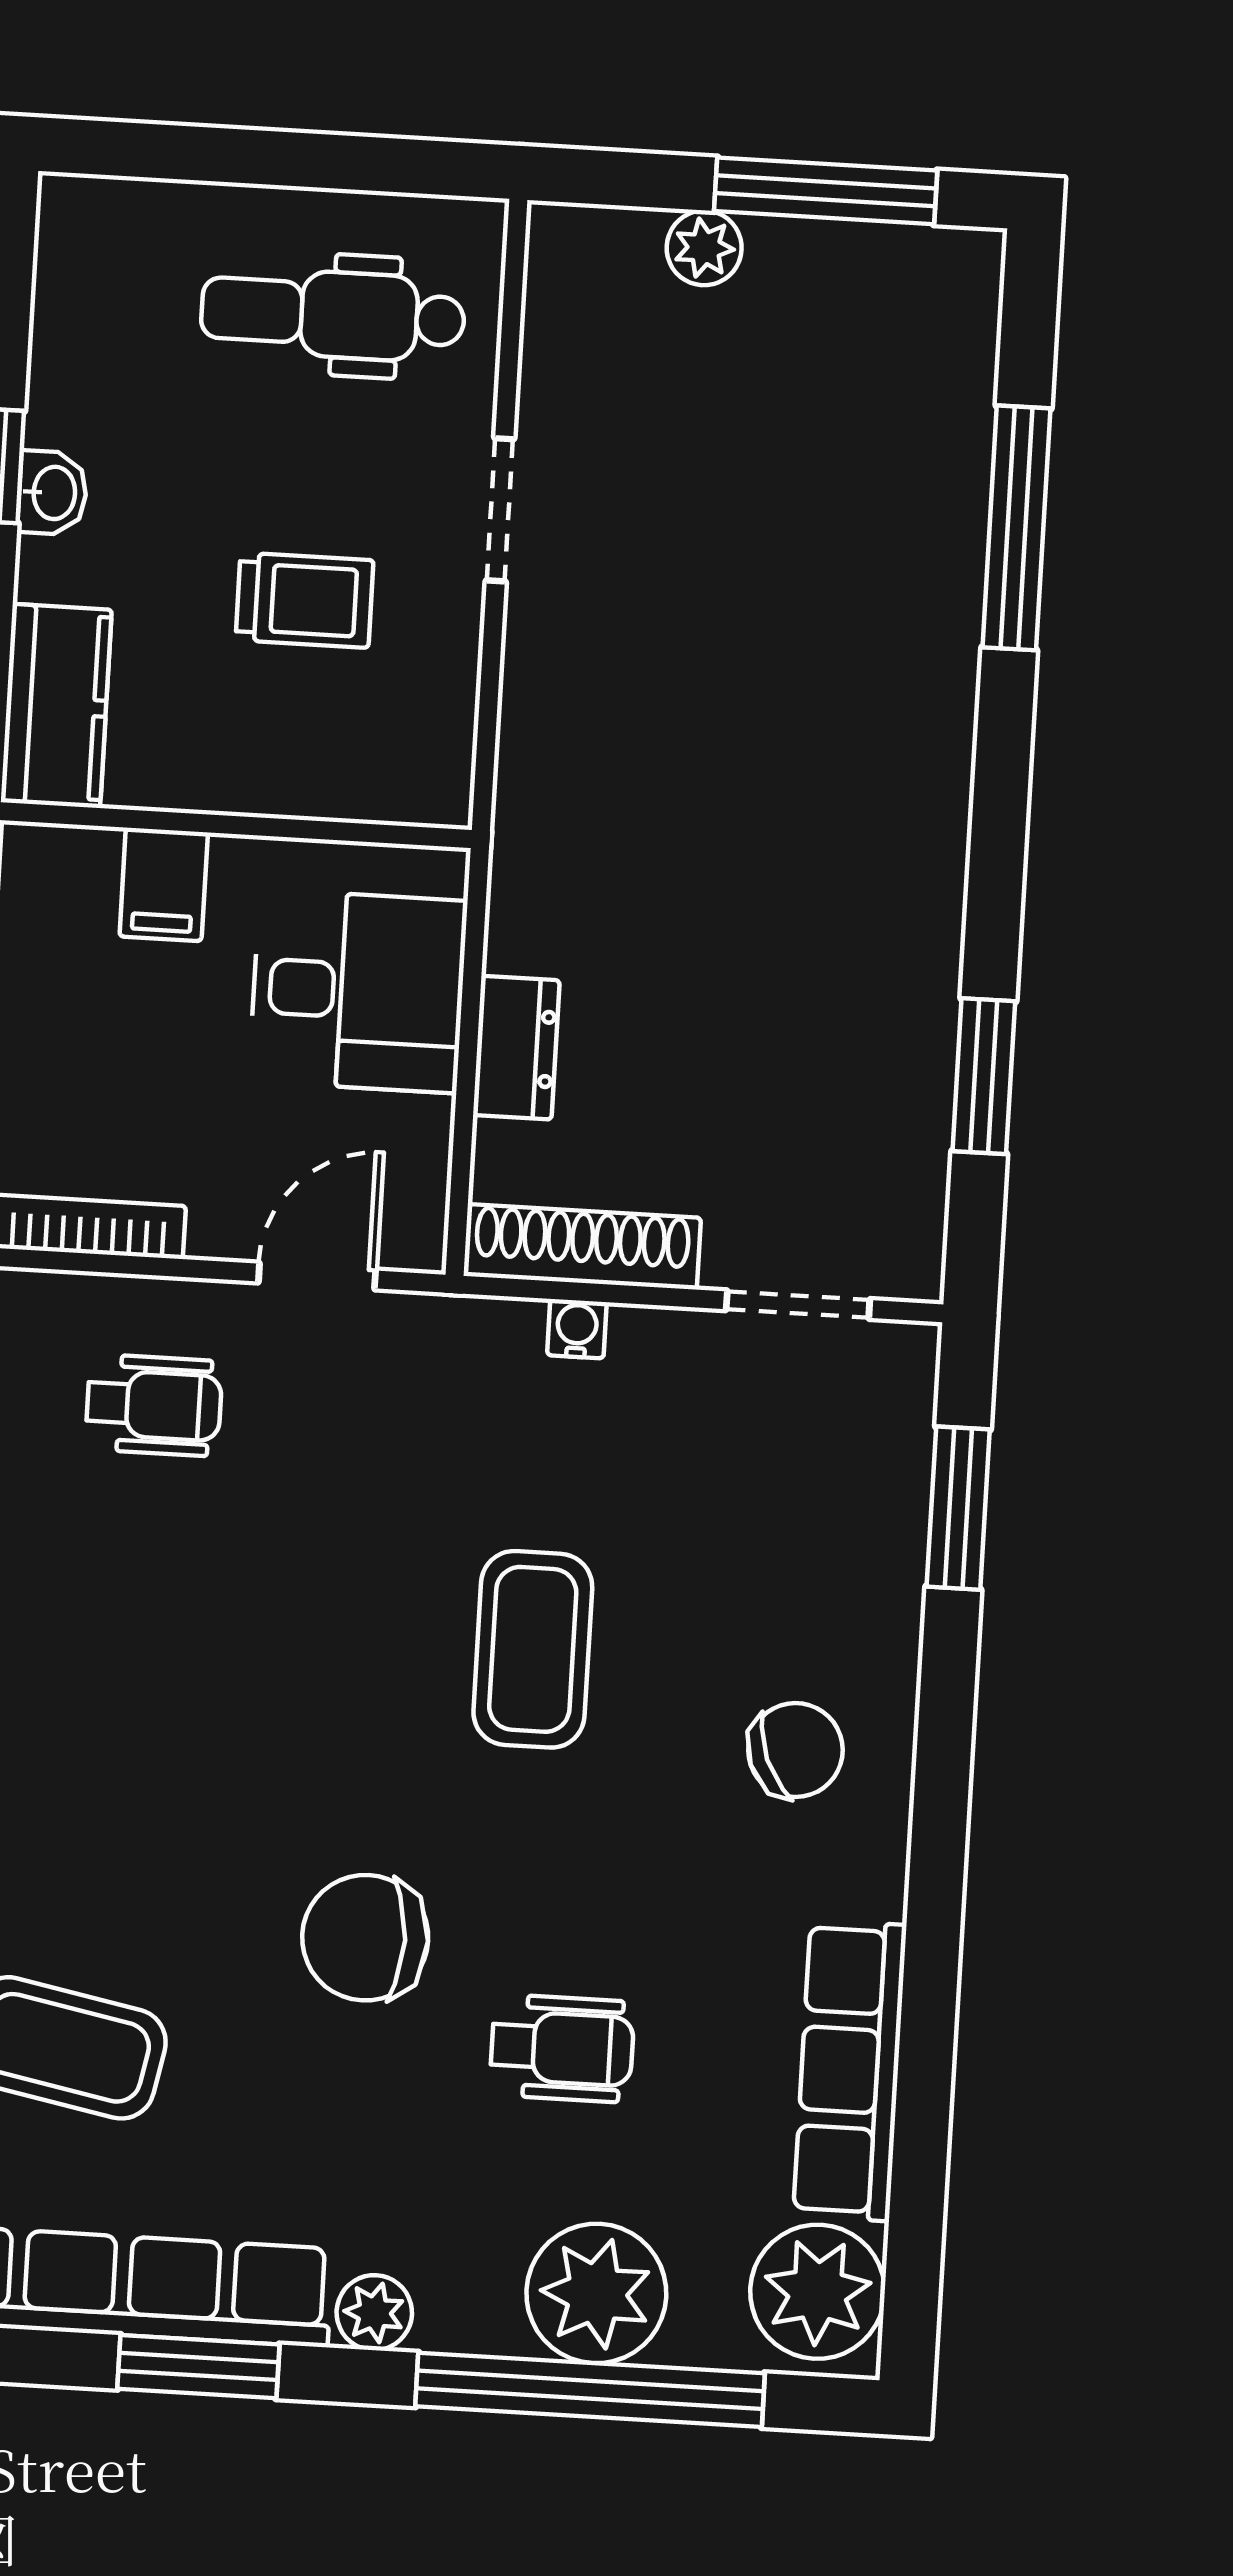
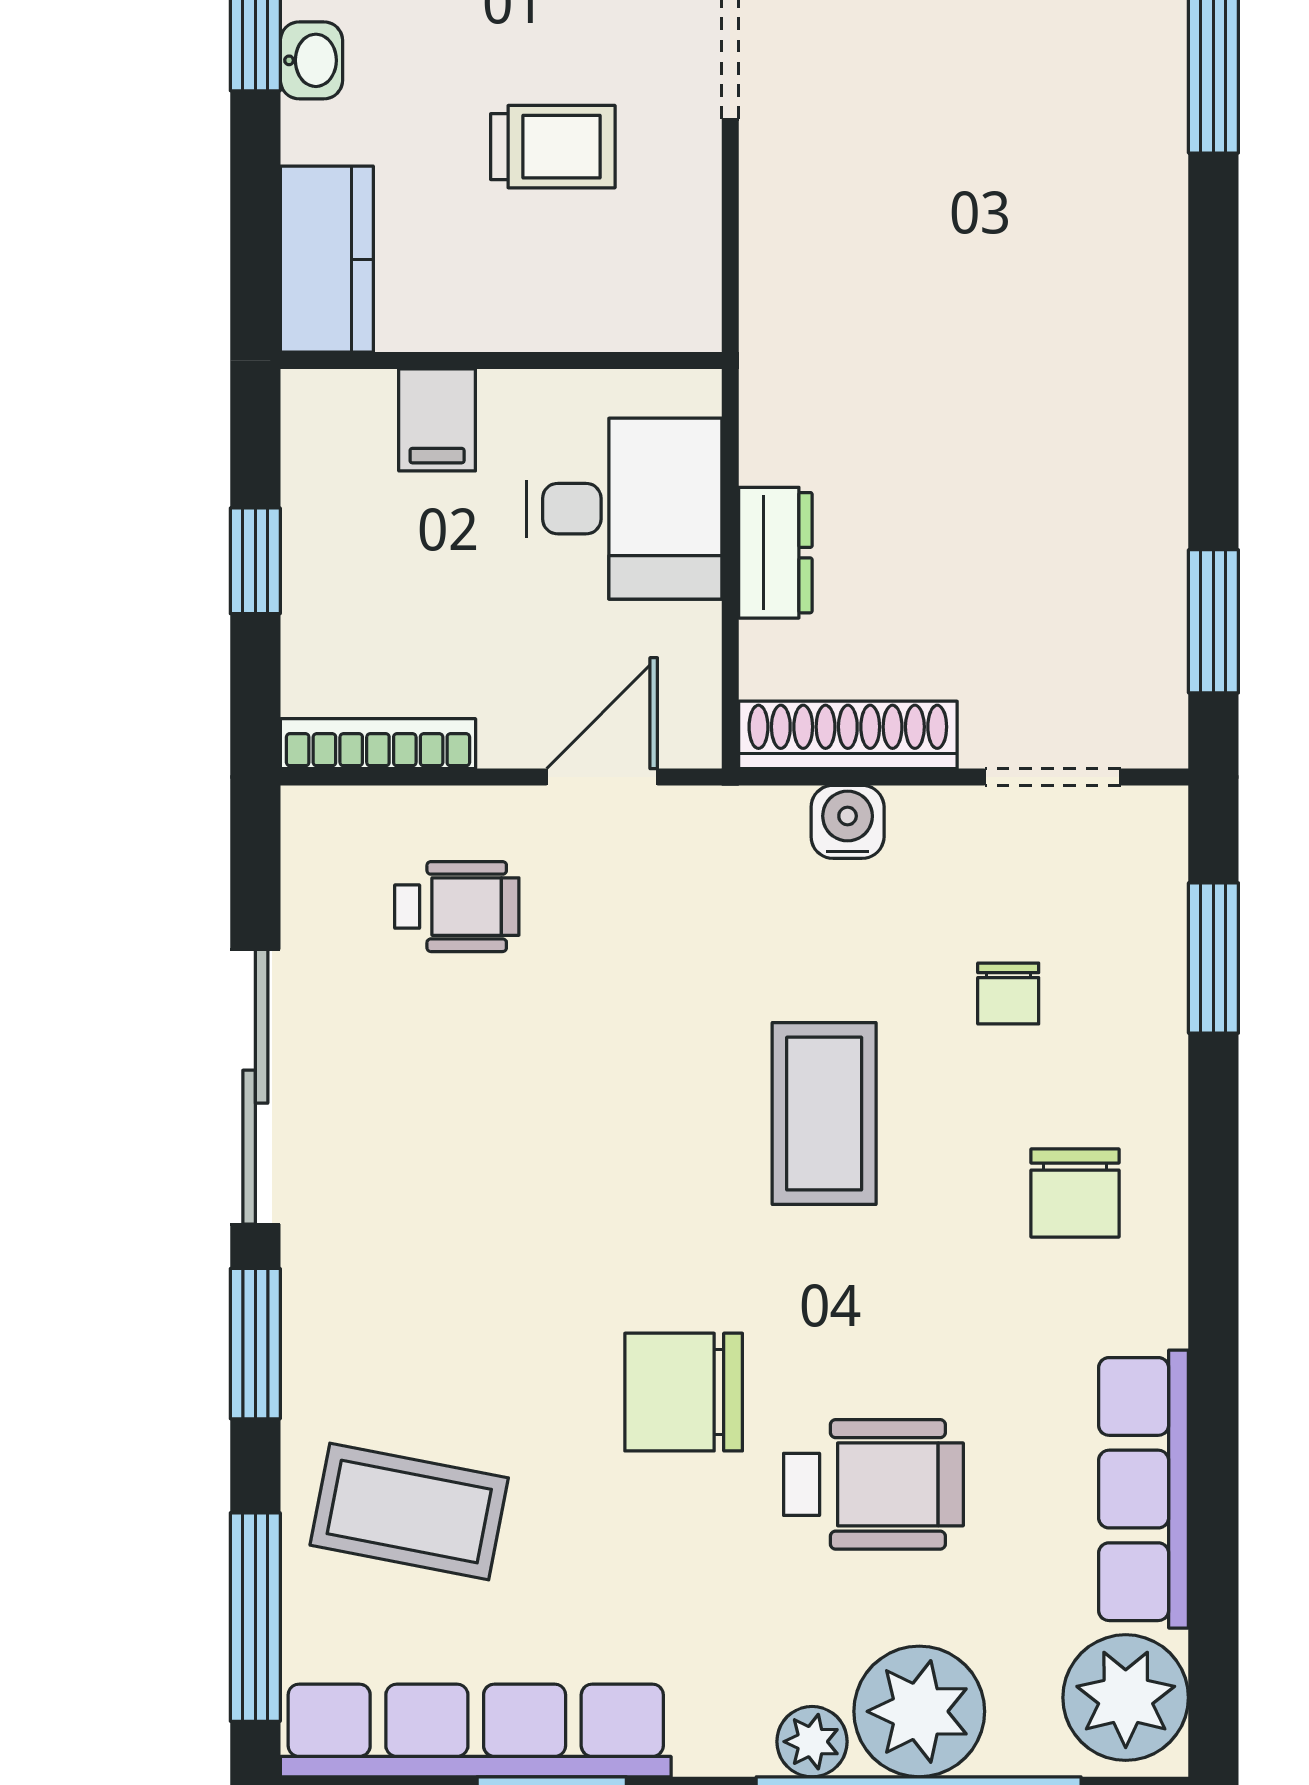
window: (984, 1076) -> (1213, 621), moved
water cooler: (577, 1329) -> (848, 822), width x1.38, depth x1.38
chair: (737, 1533) -> (1008, 993), added
chair: (795, 1750) -> (1075, 1193), turned 112
wheelchair: (562, 2048) -> (873, 1484), width x1.36, depth x1.37
plant: (374, 2313) -> (812, 1742), moved

